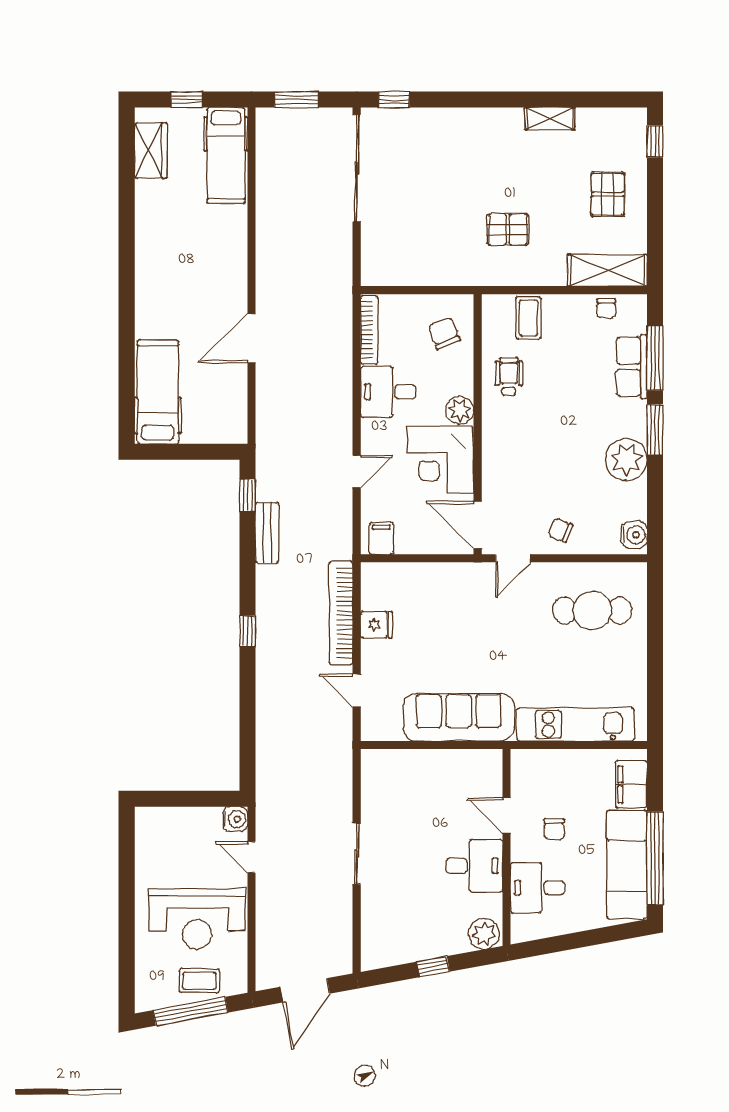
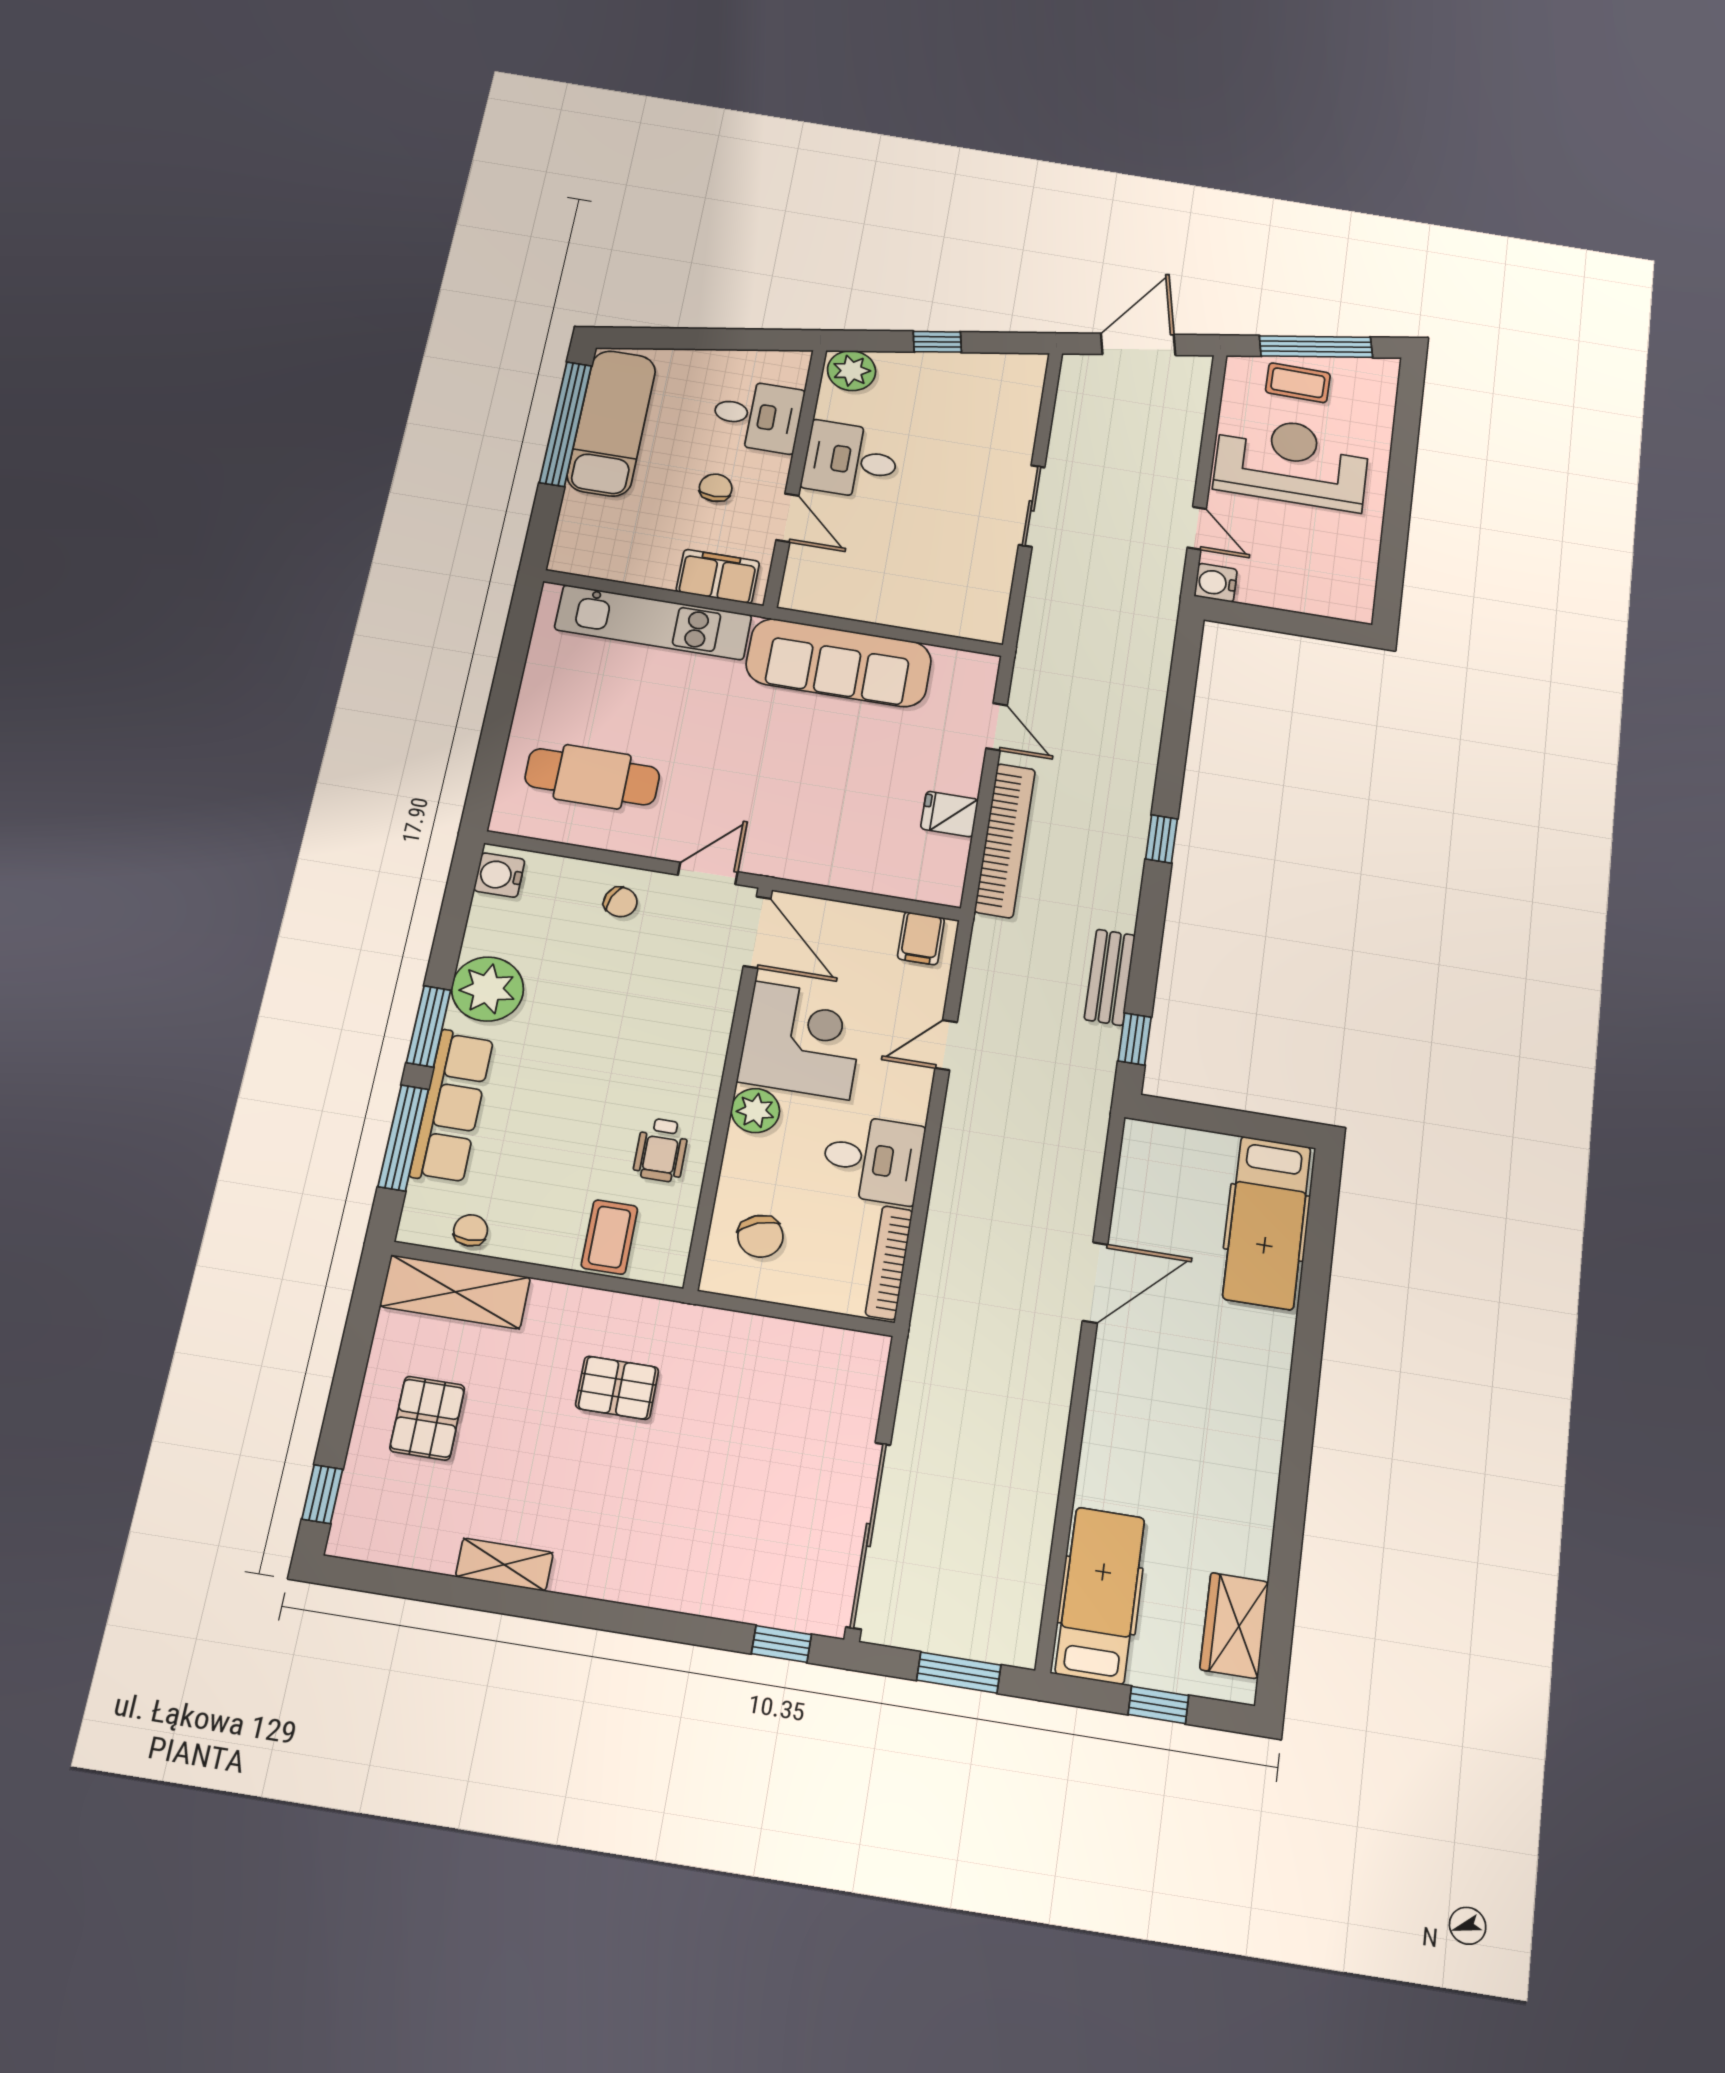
row of seats: (632, 367) -> (452, 1107), width x1.48
filing cabinet: (631, 784) -> (718, 576), moved, turned -90

